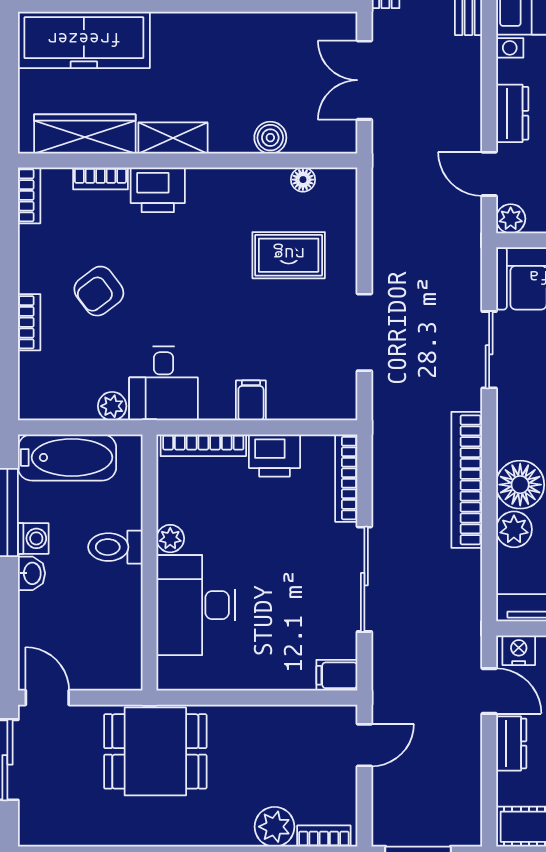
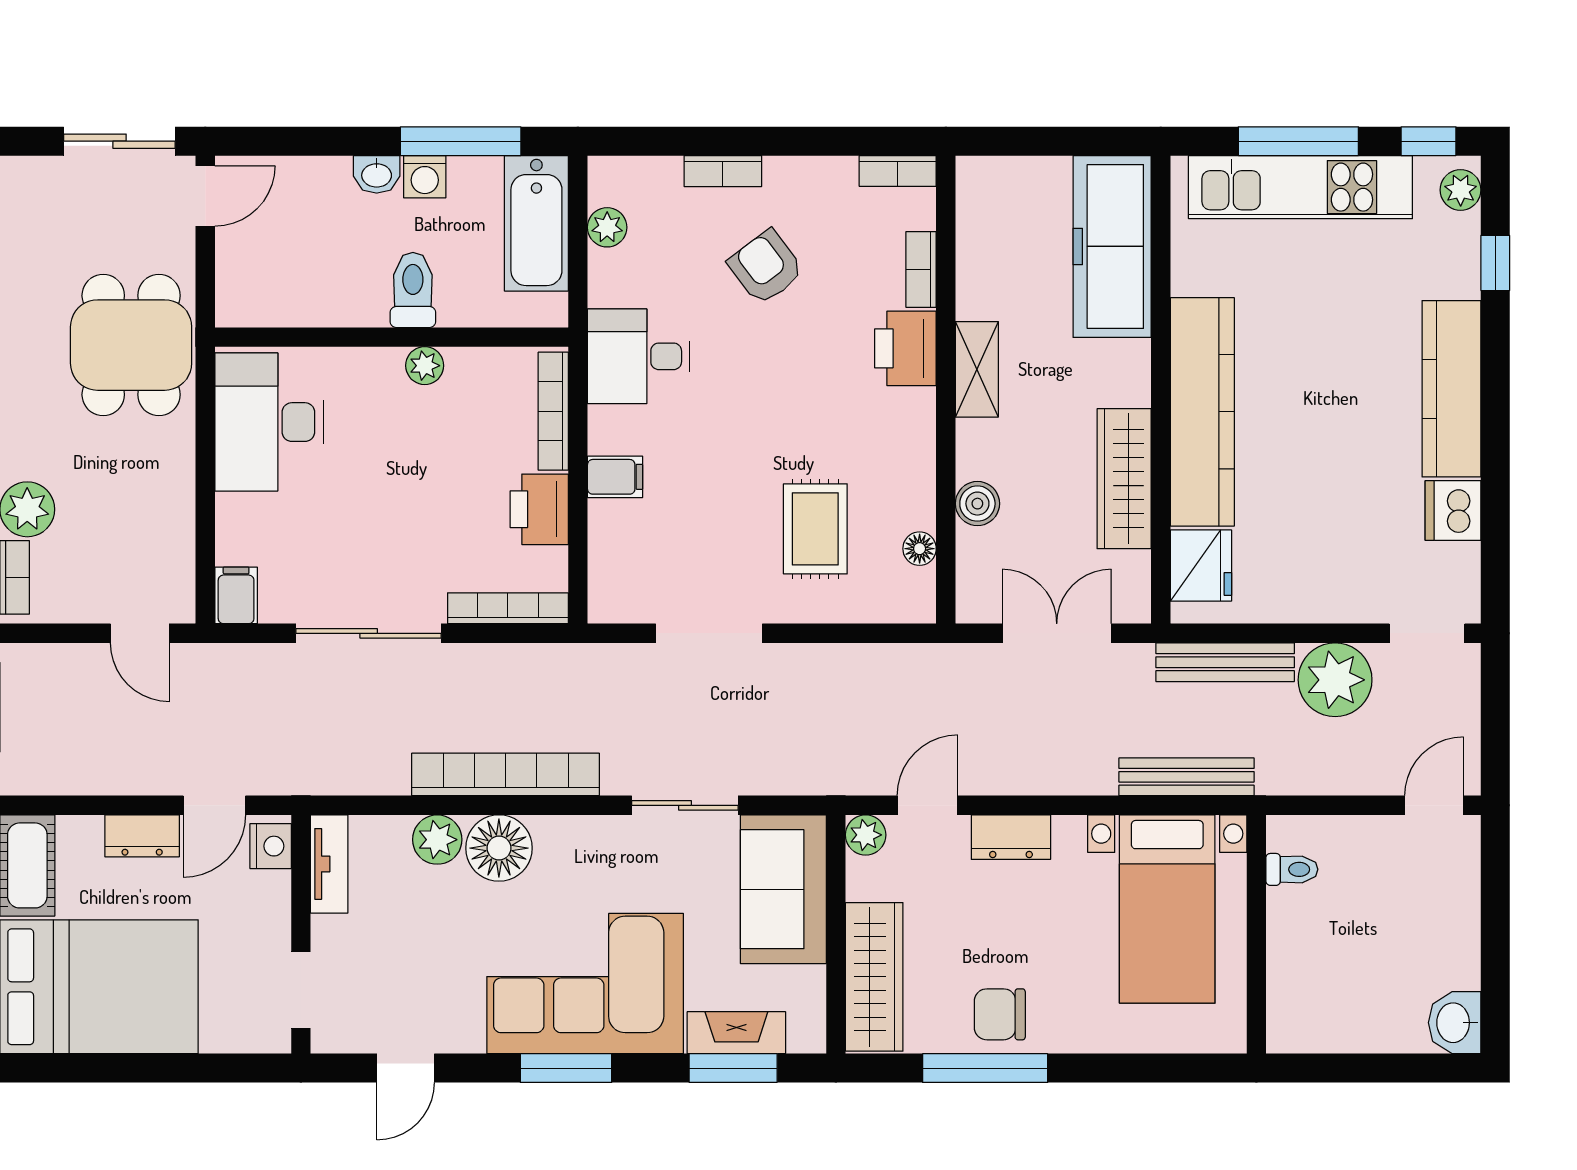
wardrobe: (85, 134) -> (1124, 479), moved, turned 180
plant: (112, 406) -> (607, 227), moved
desk: (196, 605) -> (269, 422), moved, turned -90

